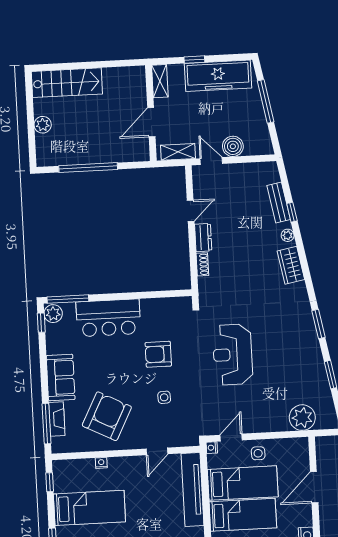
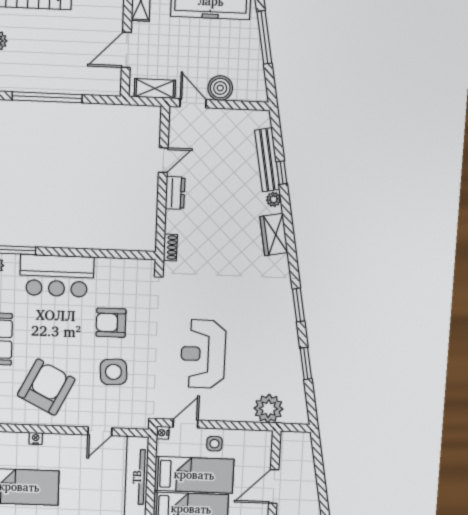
bench: (279, 203) -> (267, 160), width x1.36
shoe rack: (202, 264) -> (170, 247), moved
reception desk: (233, 355) -> (203, 354), moved
side table: (164, 397) -> (113, 372), width x1.87, depth x1.87

